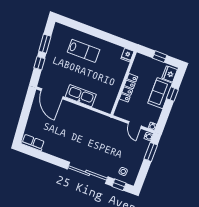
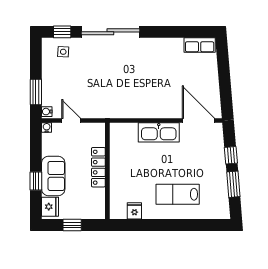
fridge: (127, 55) -> (134, 211), moved

